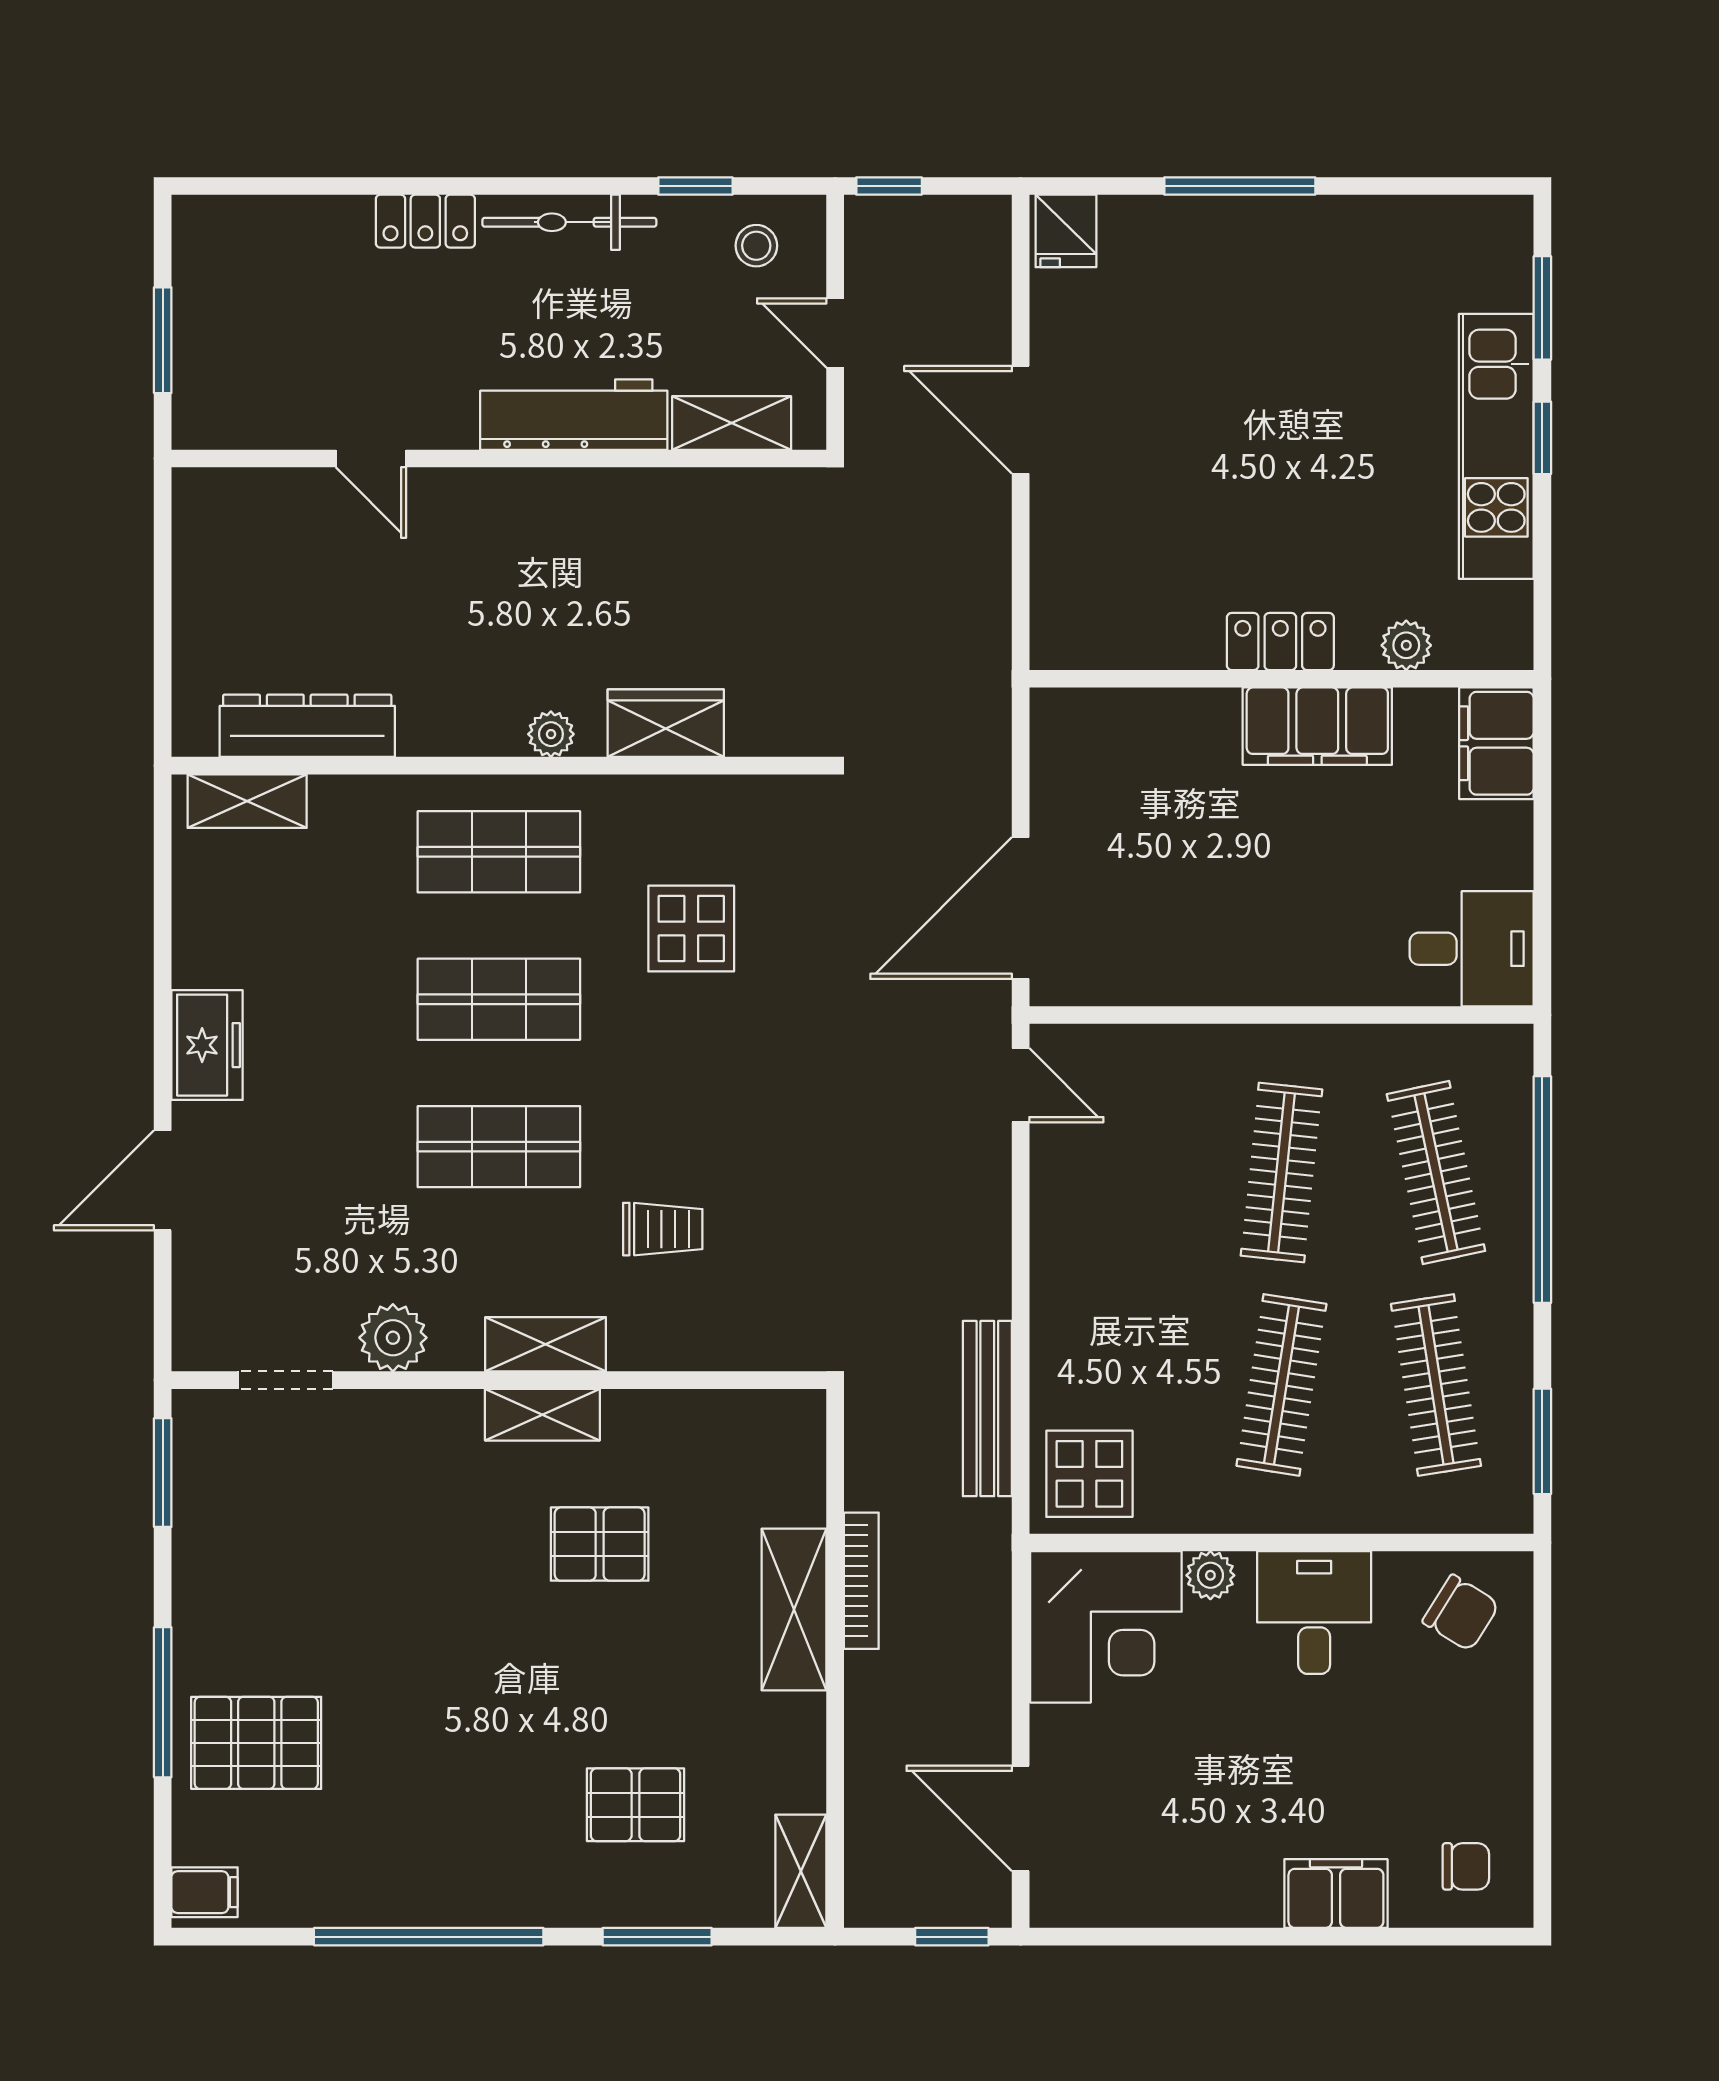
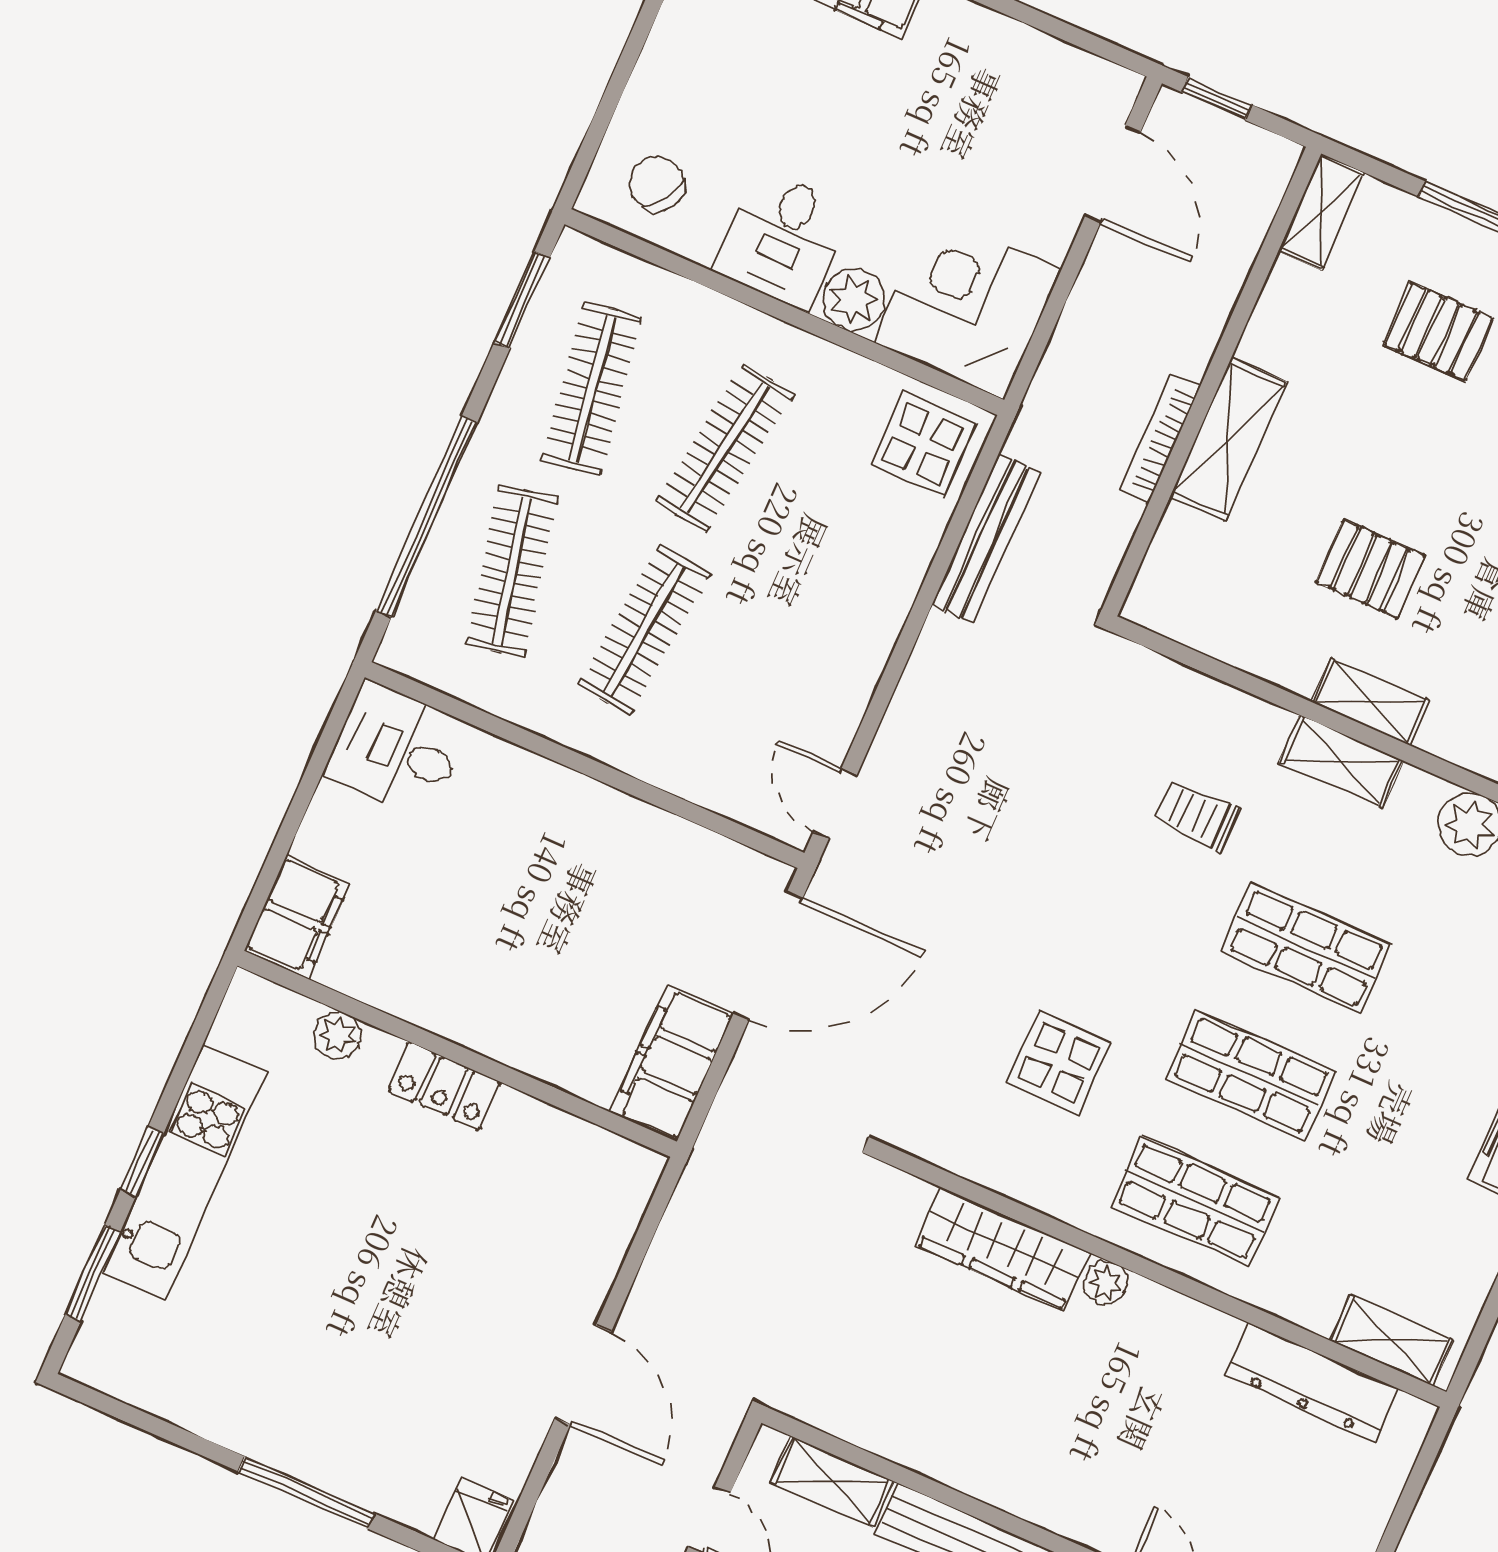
wardrobe: (666, 723) -> (1003, 1249), width x1.50
filing cabinet: (1317, 726) -> (672, 1063), moved, turned -90
plant: (1210, 1575) -> (853, 300), width x1.38, depth x1.38

